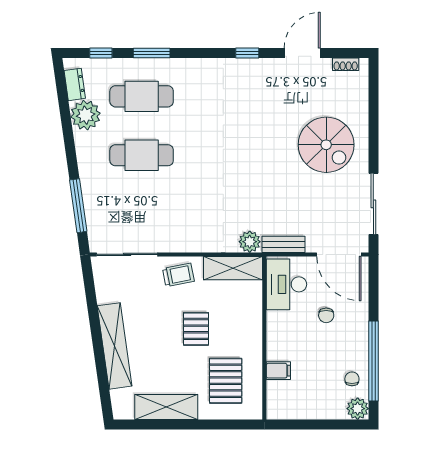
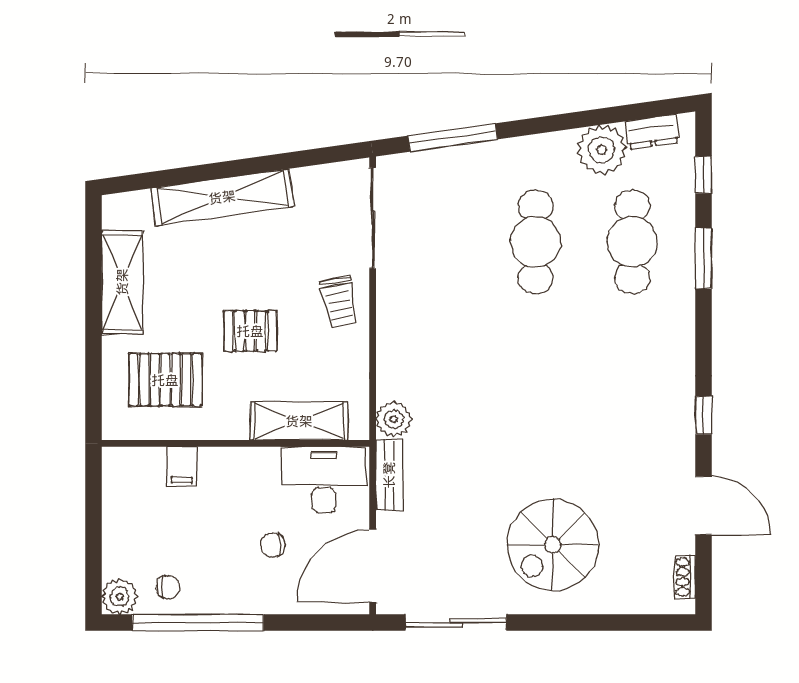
shelving: (233, 268) -> (299, 421), moved, turned 90

